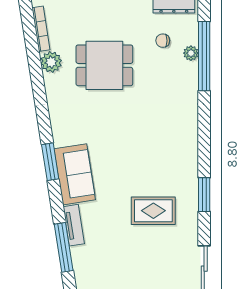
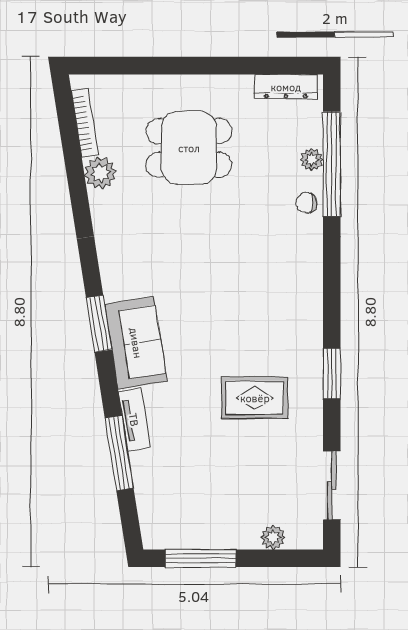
chair: (163, 41) -> (306, 203), moved
dining table: (104, 65) -> (189, 148), moved

